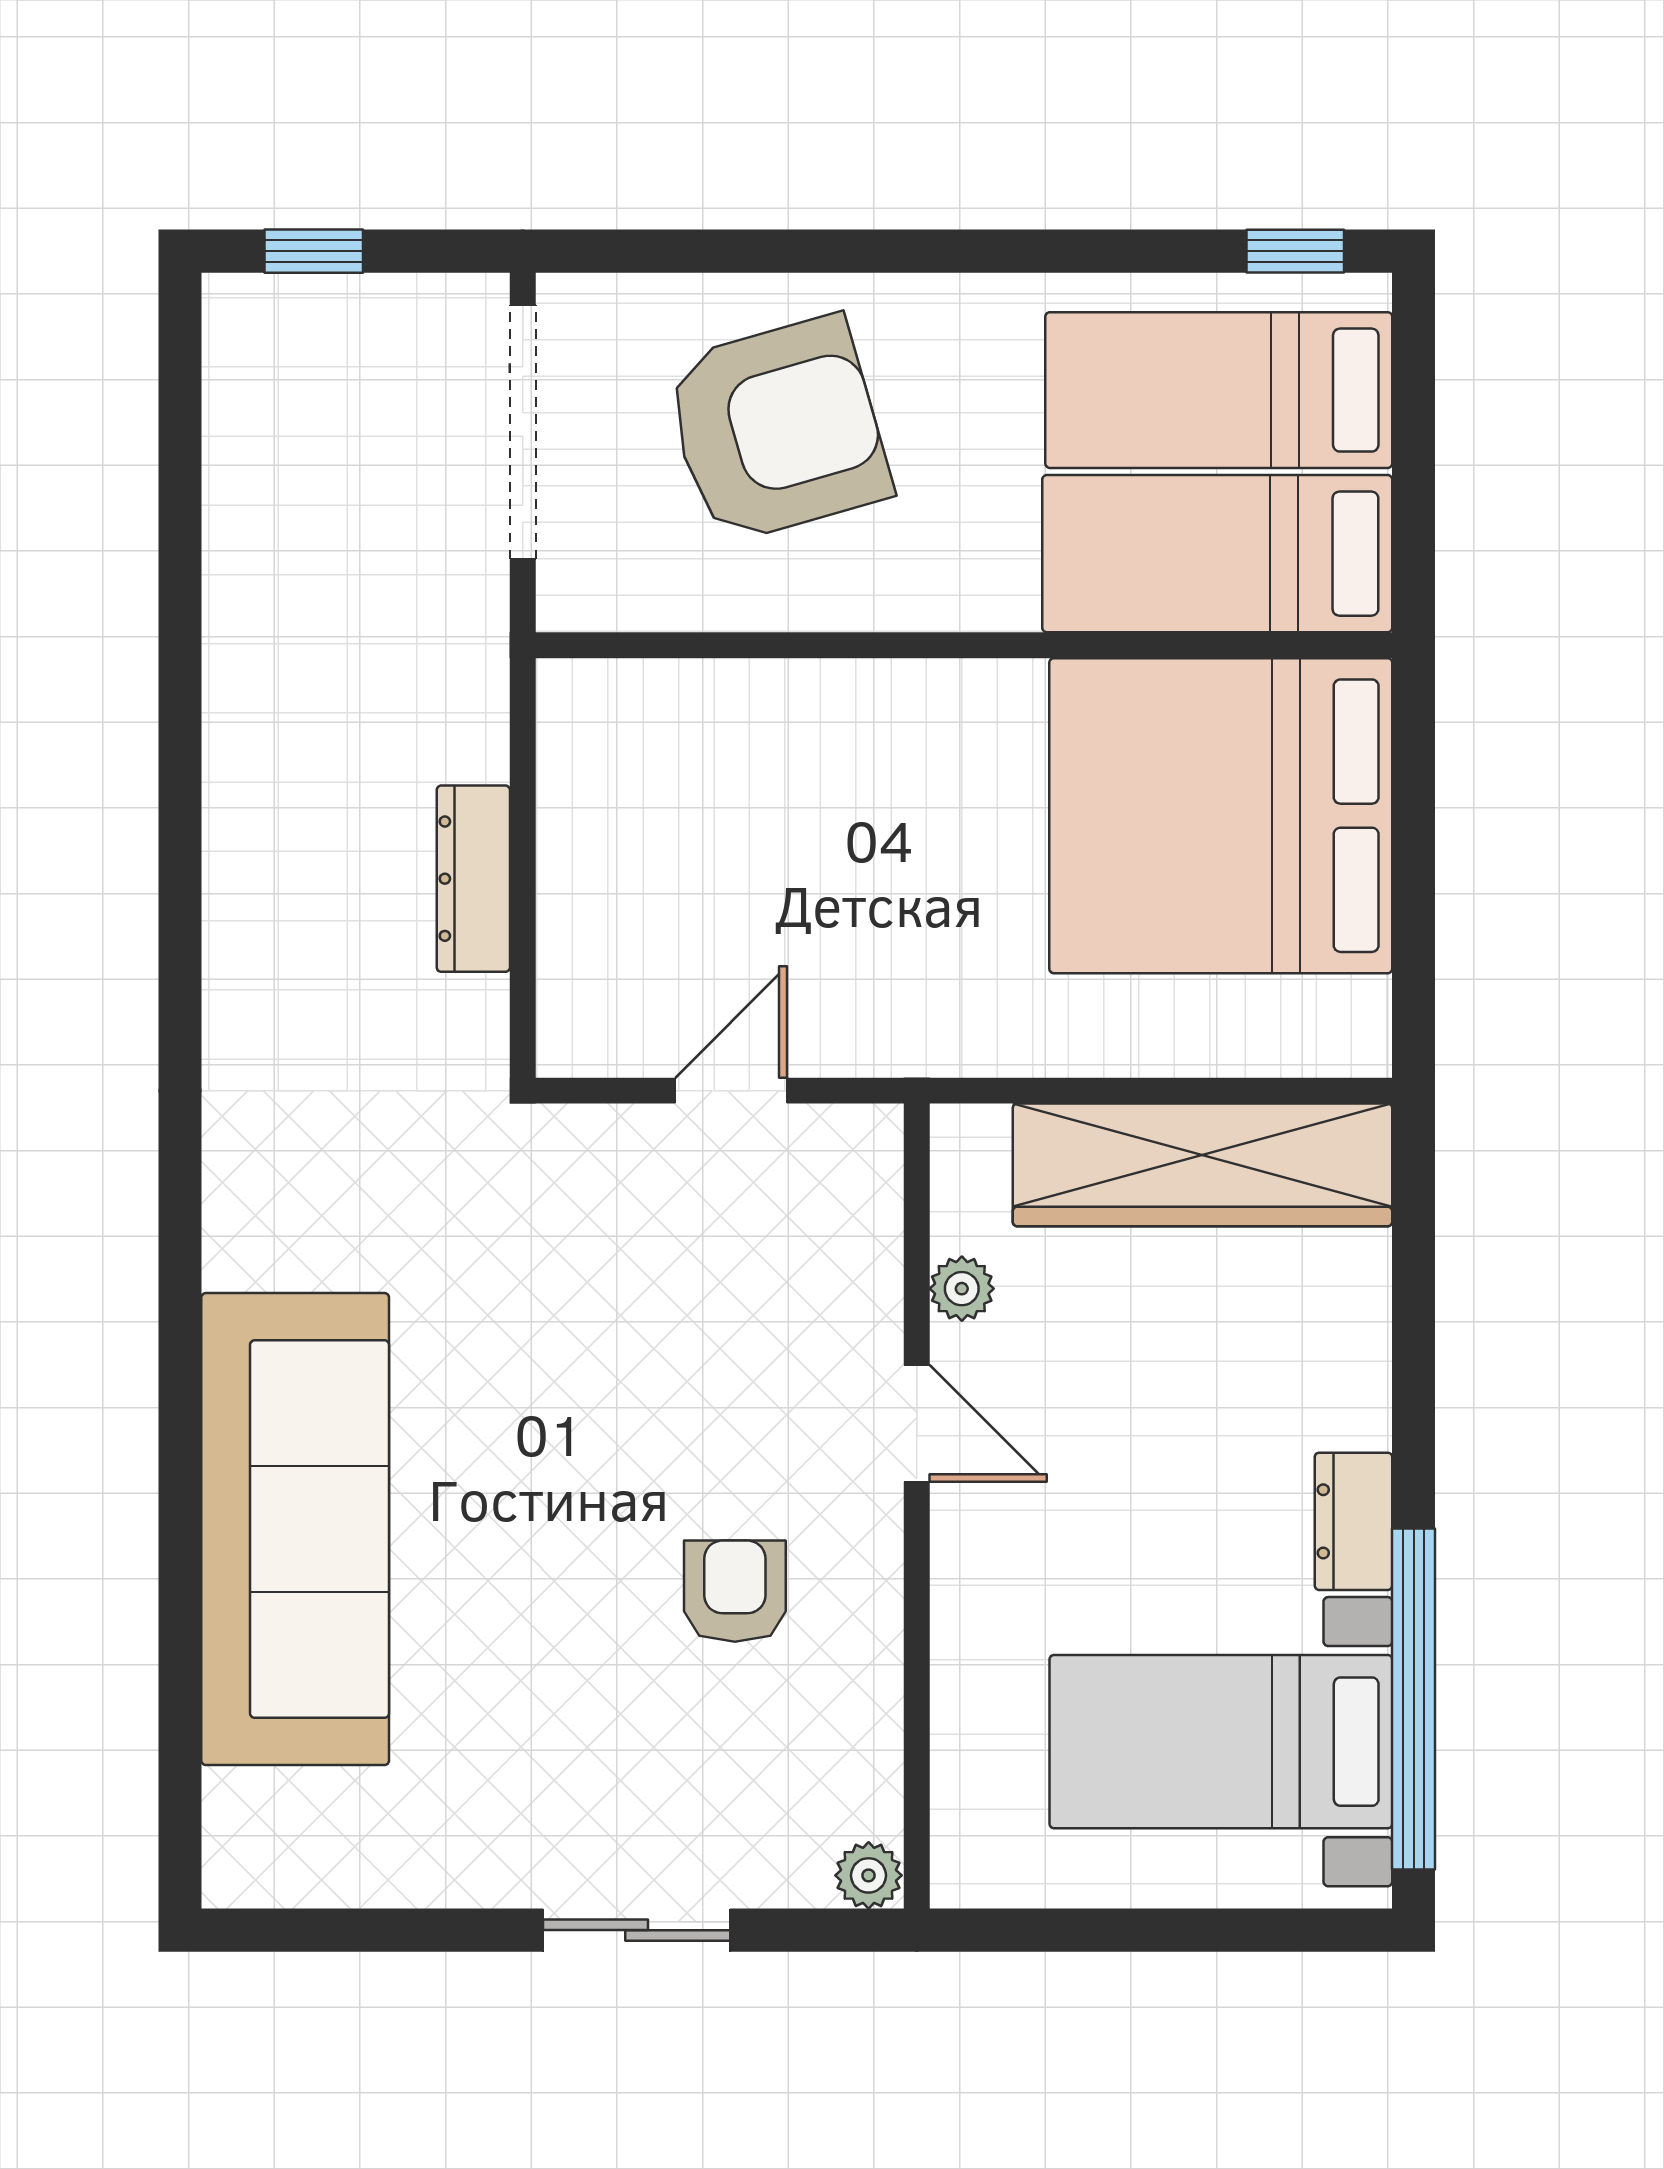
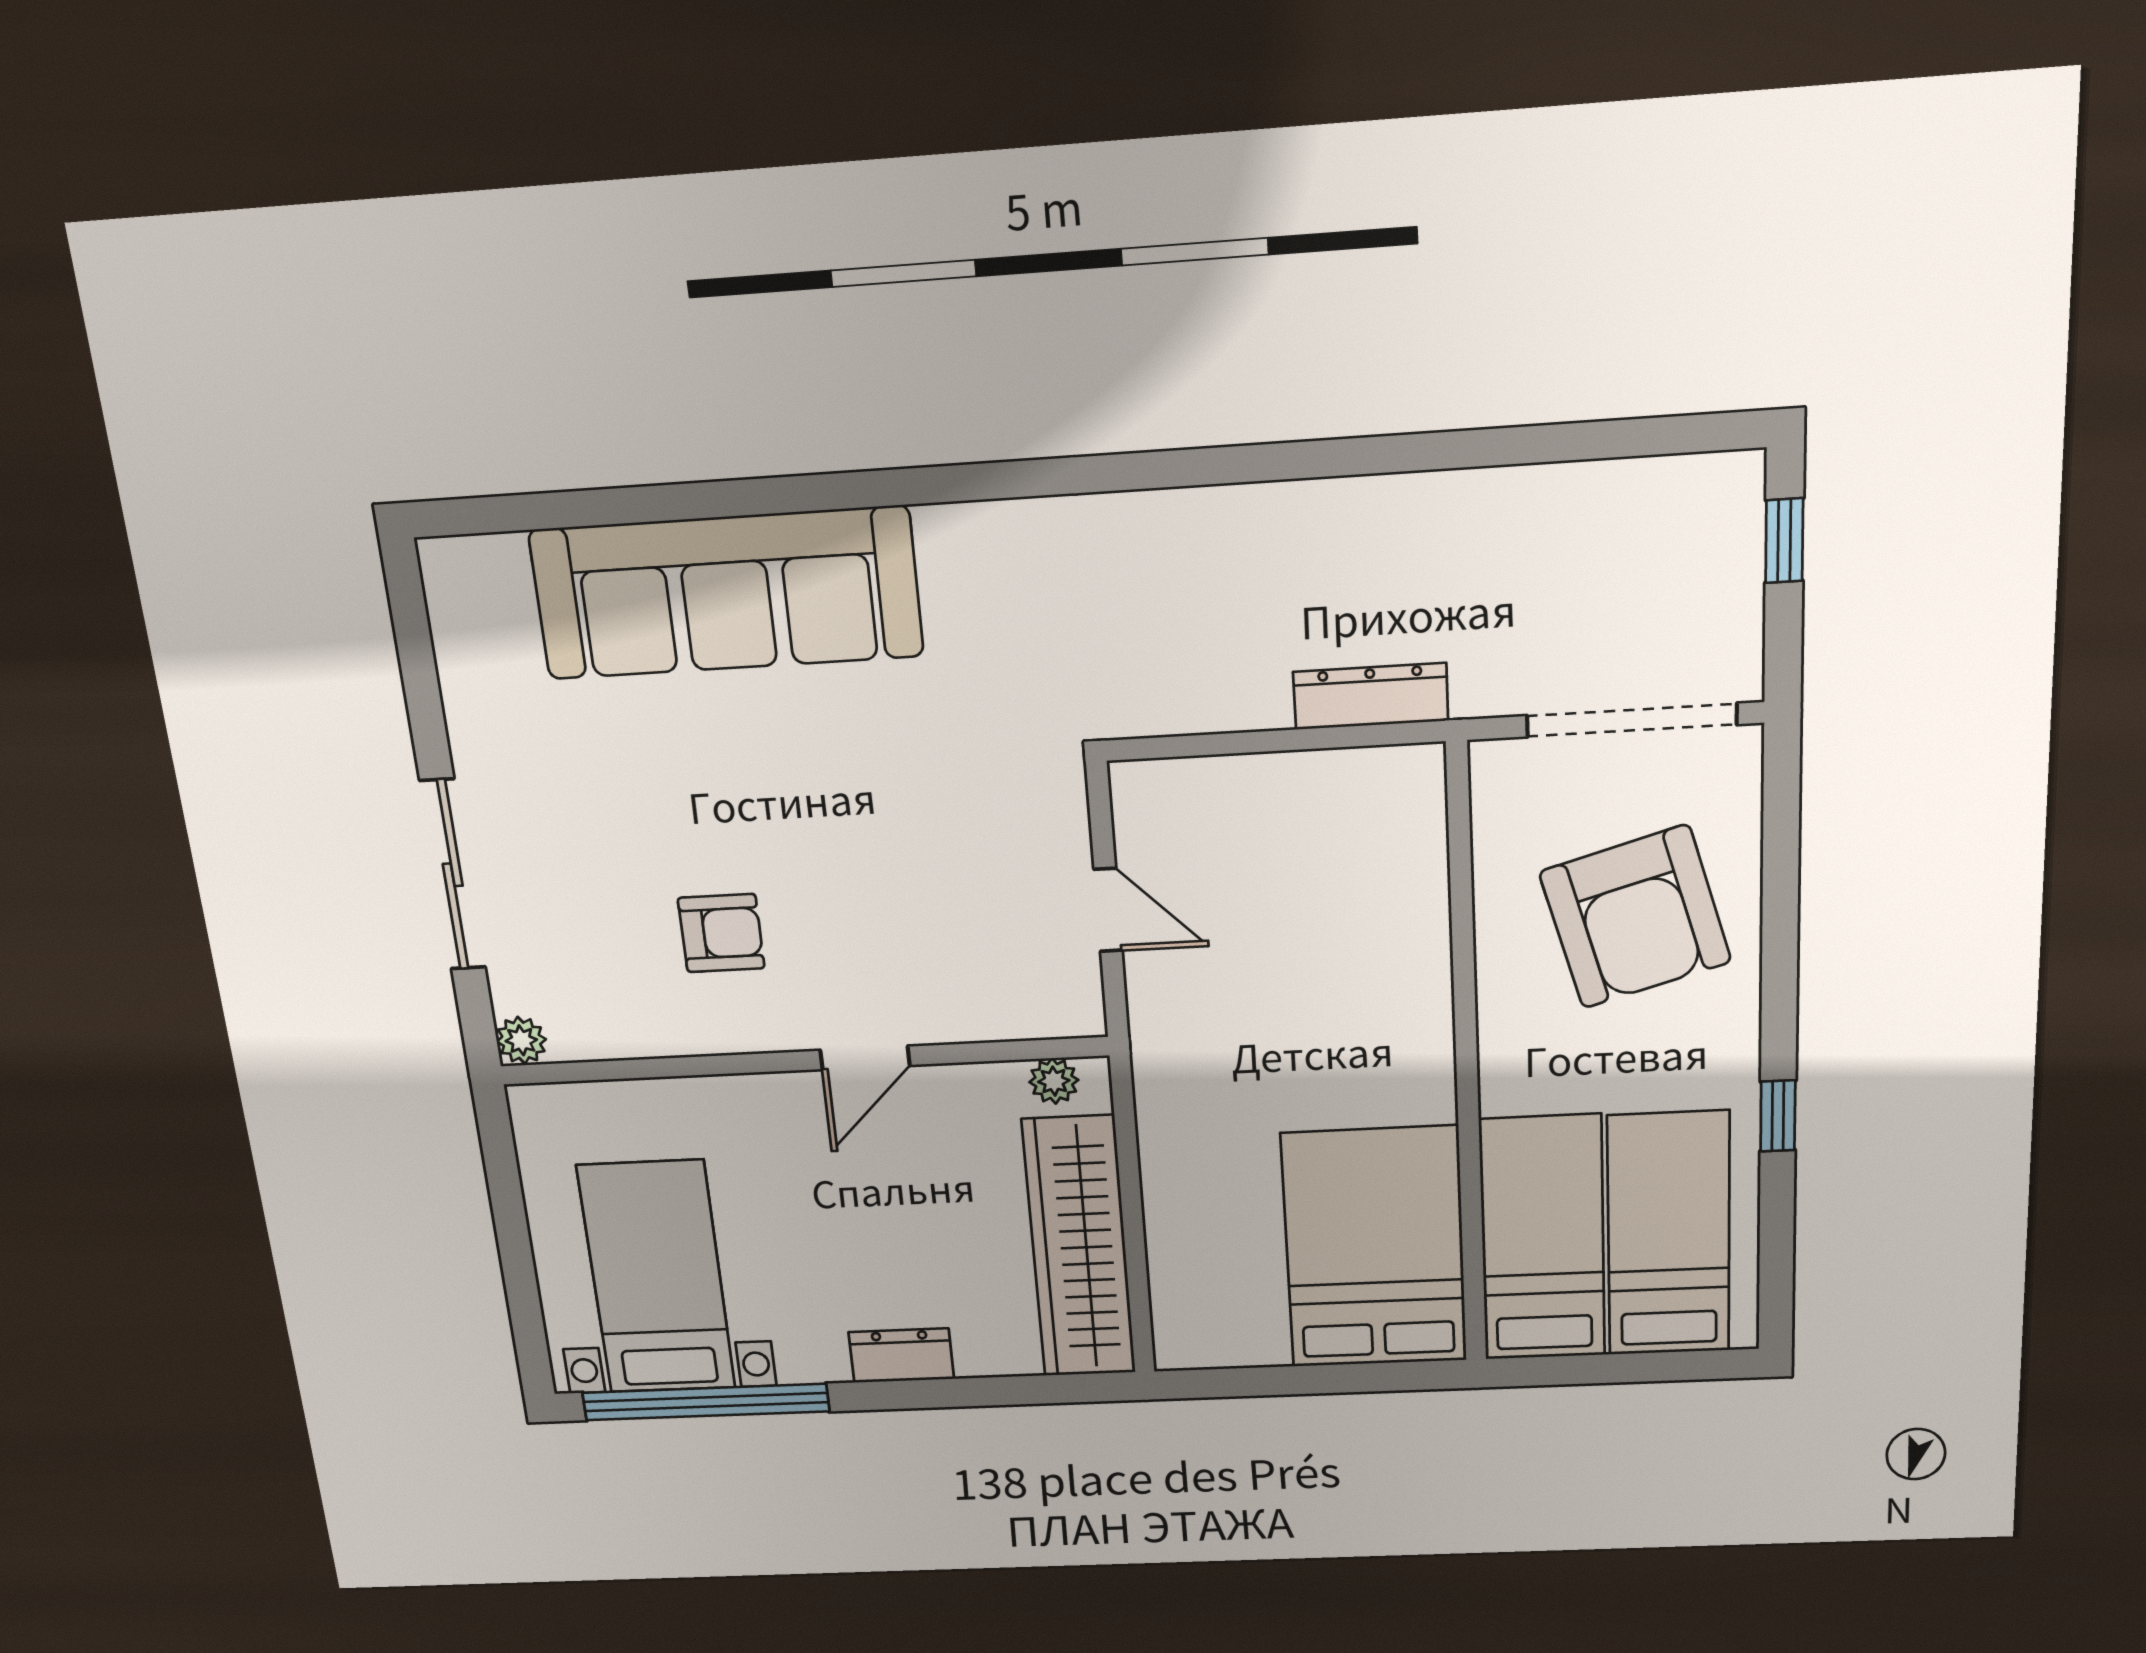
window: (1295, 251) -> (1778, 1116), moved
bed: (1221, 816) -> (1374, 1248), width x0.73
dresser: (473, 879) -> (1371, 696), moved
plant: (962, 1289) -> (1054, 1081), moved
dresser: (1353, 1521) -> (901, 1356), moved
sliding door: (637, 1930) -> (453, 875), width x1.37

